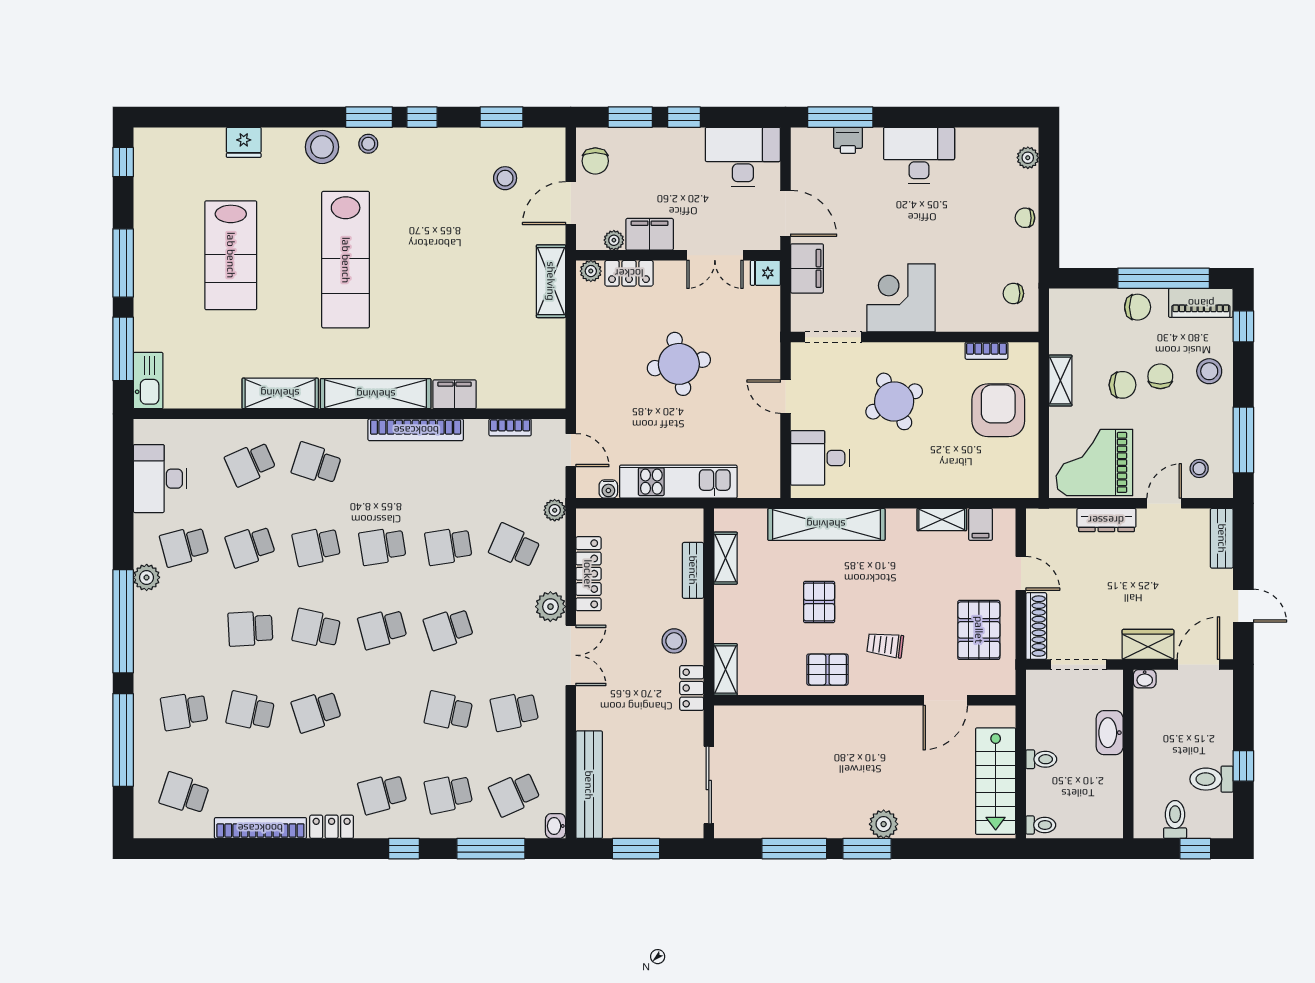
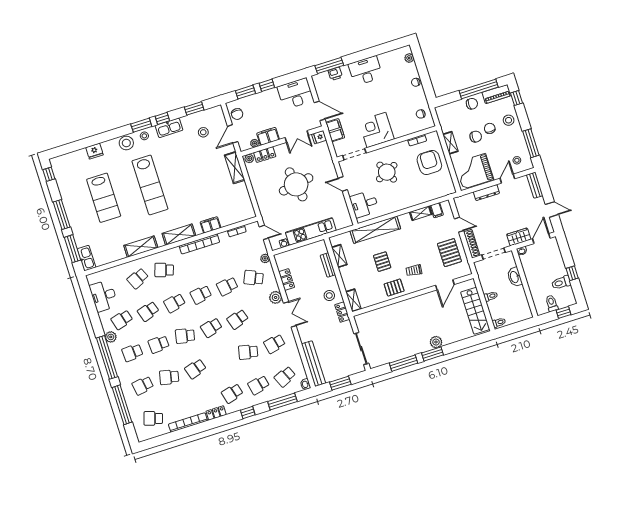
kitchen sink: (430, 143) -> (169, 128), added
round table: (679, 364) -> (296, 184), width x1.36, depth x1.36
shelving: (376, 394) -> (179, 235), width x0.68
locker: (588, 574) -> (287, 280), width x0.66
school desk: (184, 629) -> (132, 353), added

